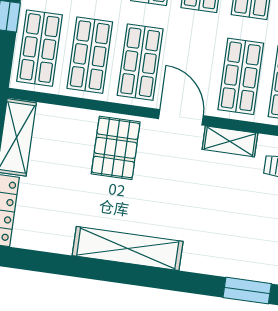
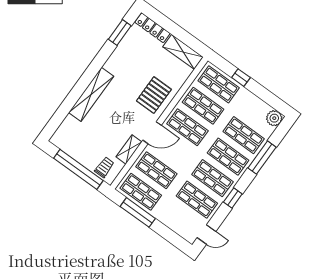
pallet: (116, 148) -> (154, 95), turned 90
shelving: (128, 248) -> (91, 94), moved
window: (247, 291) -> (120, 33), moved

